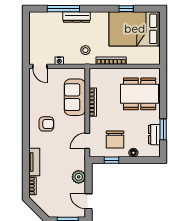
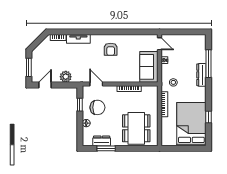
door: (40, 66) -> (160, 44), swing flipped
sofa: (75, 97) -> (149, 67), moved, turned -90
chair: (115, 140) -> (97, 107), turned 180

